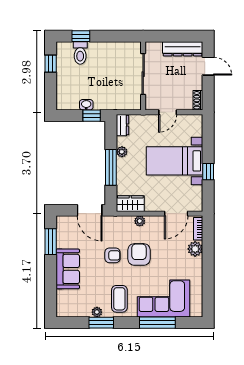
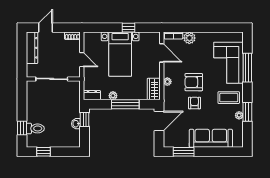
sofa: (68, 269) -> (211, 138), width x1.36

